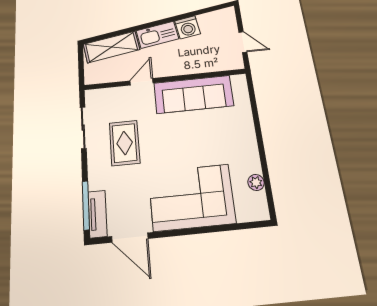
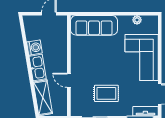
sofa: (193, 94) -> (94, 25), moved, turned 90

